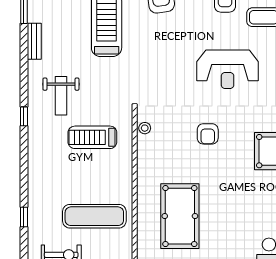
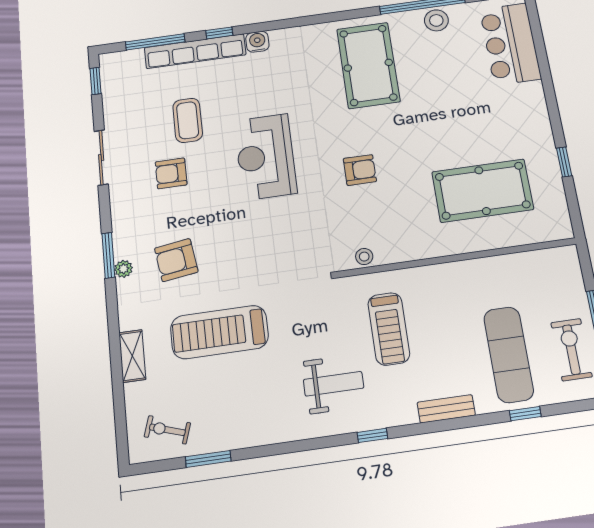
bench: (34, 41) -> (446, 409), moved
reception desk: (228, 69) -> (265, 157), turned 180
exercise mat: (94, 216) -> (509, 354), moved

